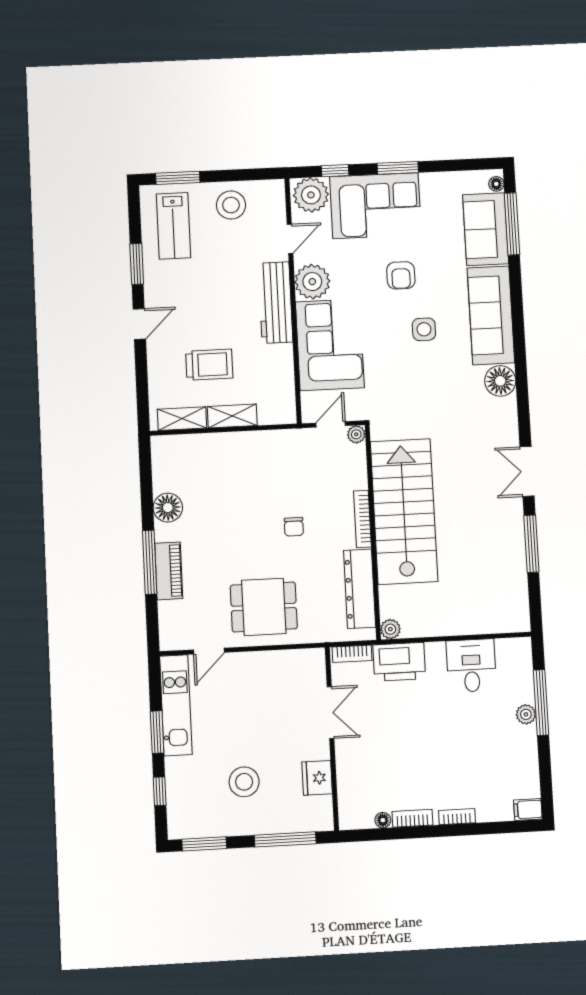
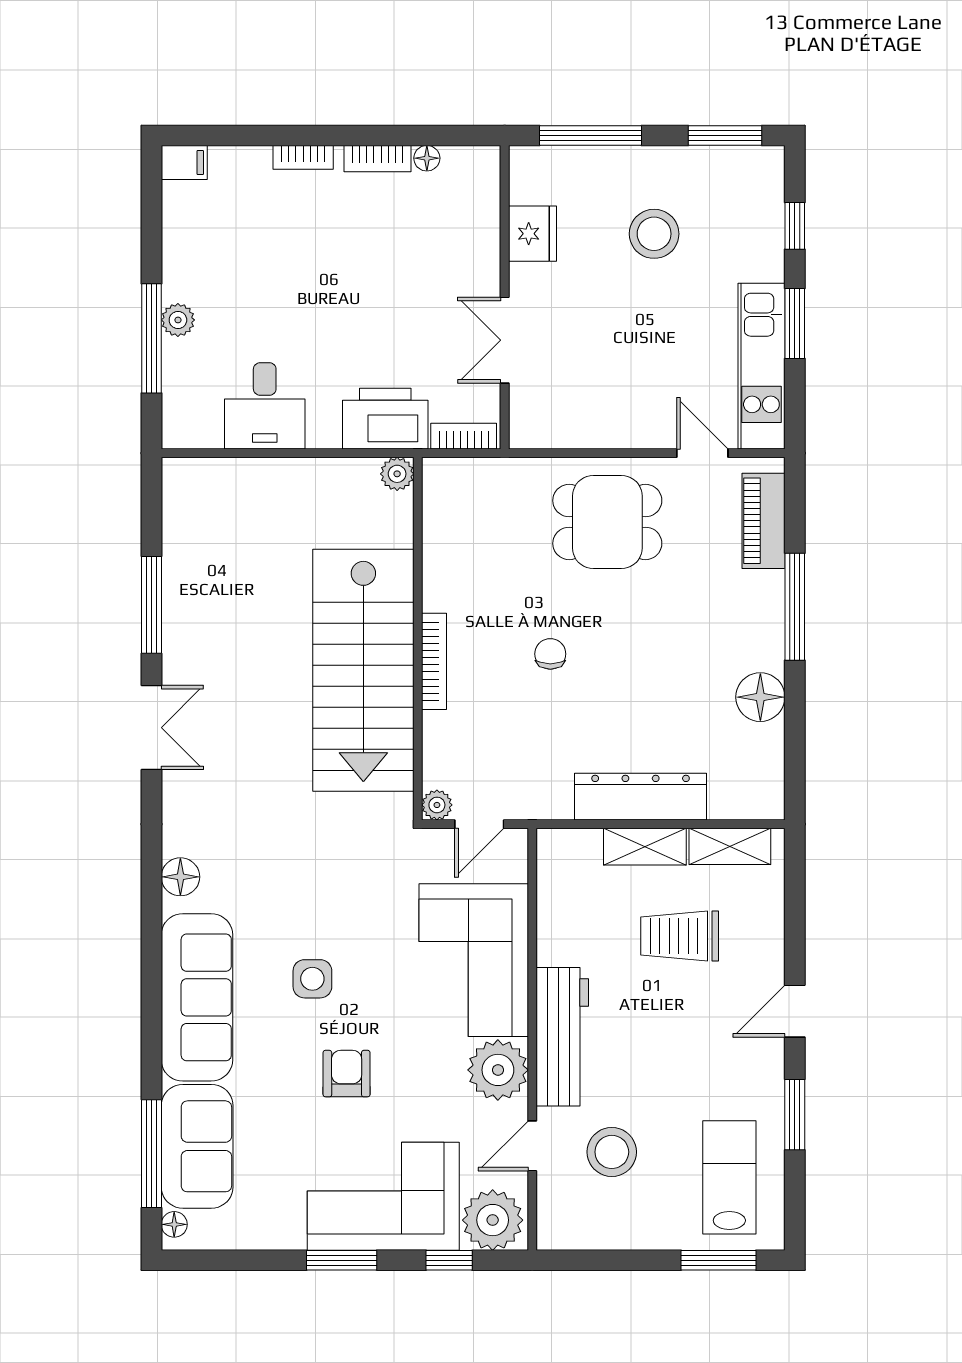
stool: (231, 205) -> (612, 1152), moved
floor lamp: (500, 381) -> (180, 877), width x0.73, depth x0.73
piano: (169, 571) -> (763, 521), moved
dresser: (360, 589) -> (641, 797), moved, turned -90
door: (209, 651) -> (702, 453), hinge flipped

